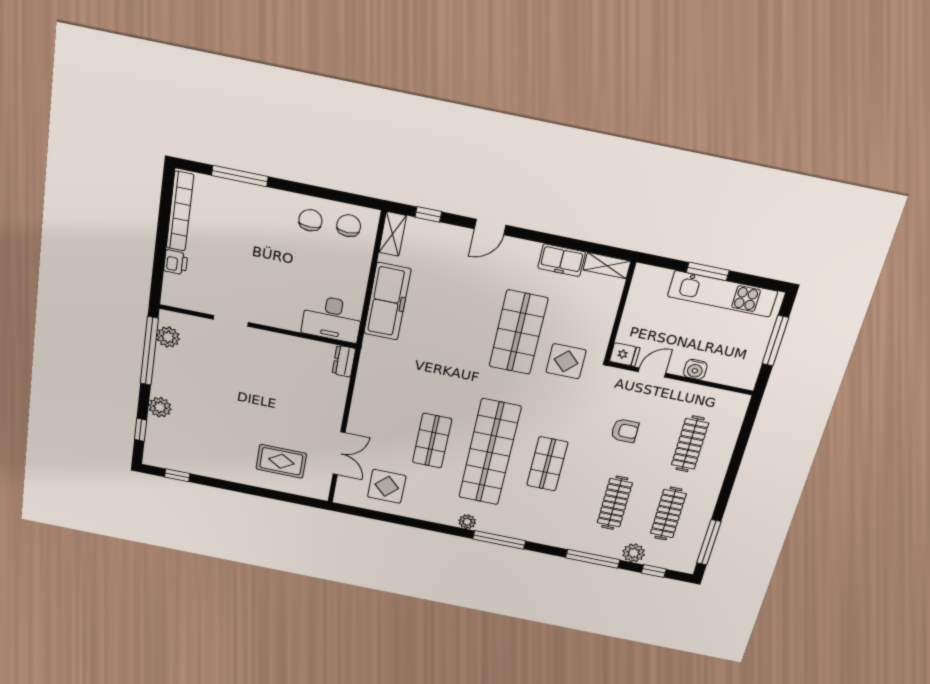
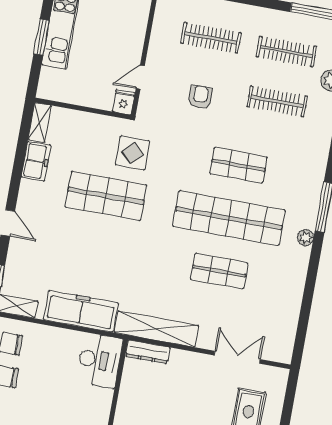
dresser: (344, 361) -> (148, 352), width x1.44
water cooler: (695, 369) -> (135, 40), removed
door: (652, 373) -> (140, 77), hinge flipped
shelving: (368, 377) -> (157, 329), added
display table: (387, 486) -> (270, 313), removed

